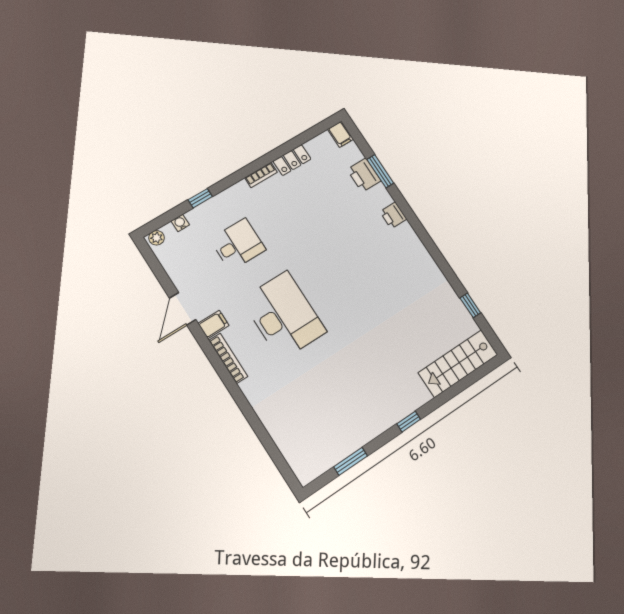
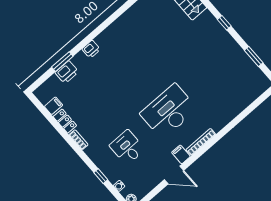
filing cabinet: (340, 134) -> (54, 106), moved

